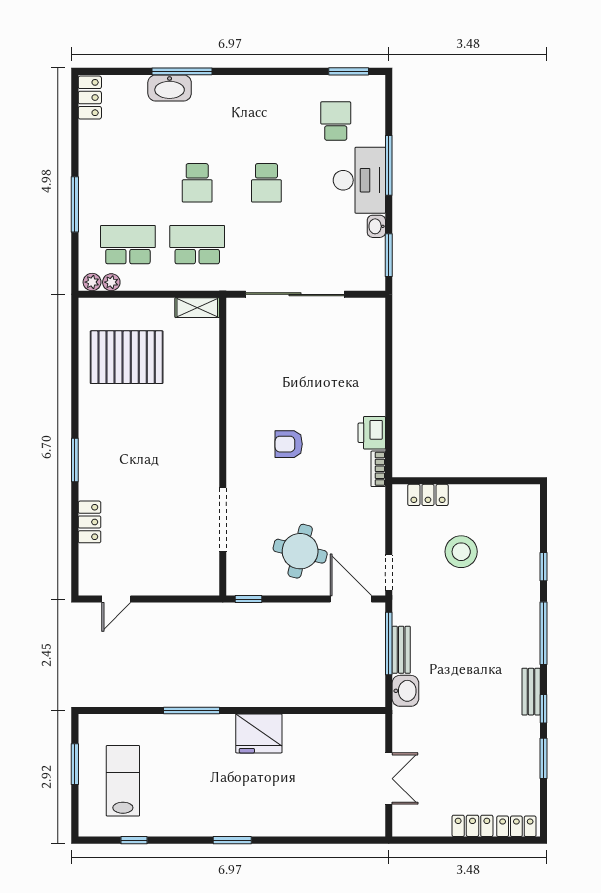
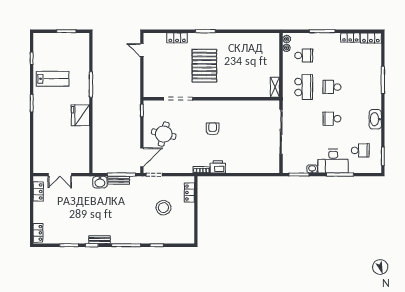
washbasin: (170, 88) -> (375, 119), moved
locker: (89, 143) -> (350, 38), added
school desk: (128, 245) -> (304, 55), width x0.54
pallet: (127, 357) -> (204, 66), moved
lab bench: (123, 781) -> (53, 79), moved
locker: (472, 826) -> (38, 191), moved

